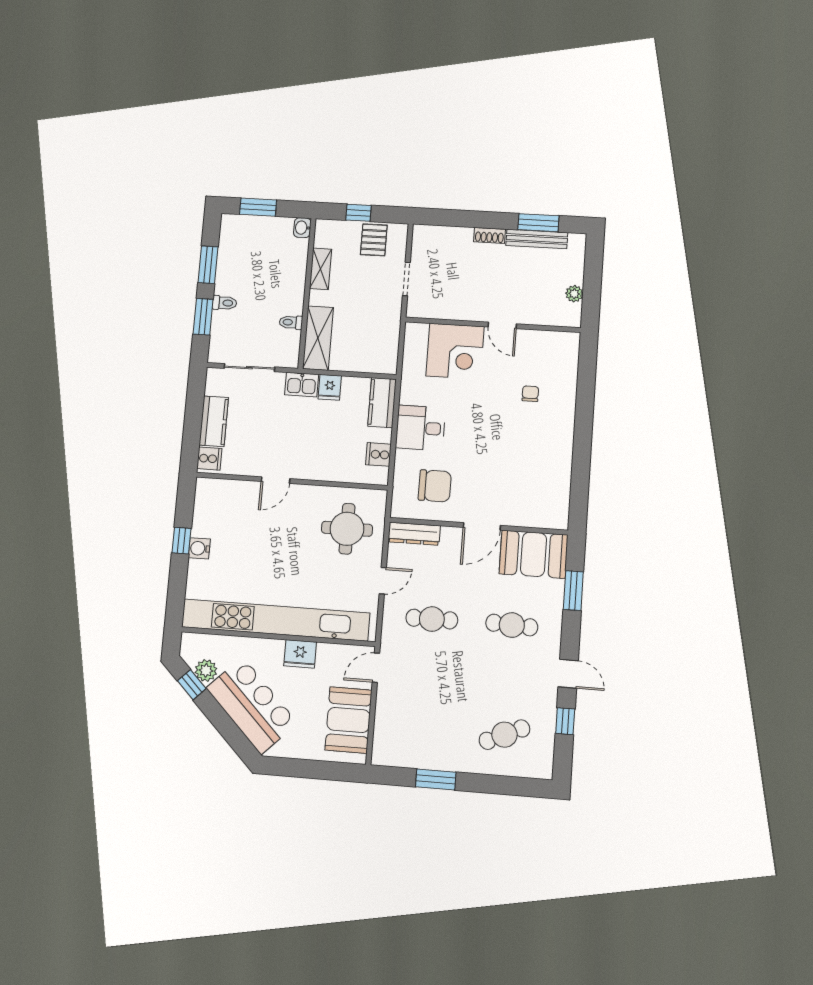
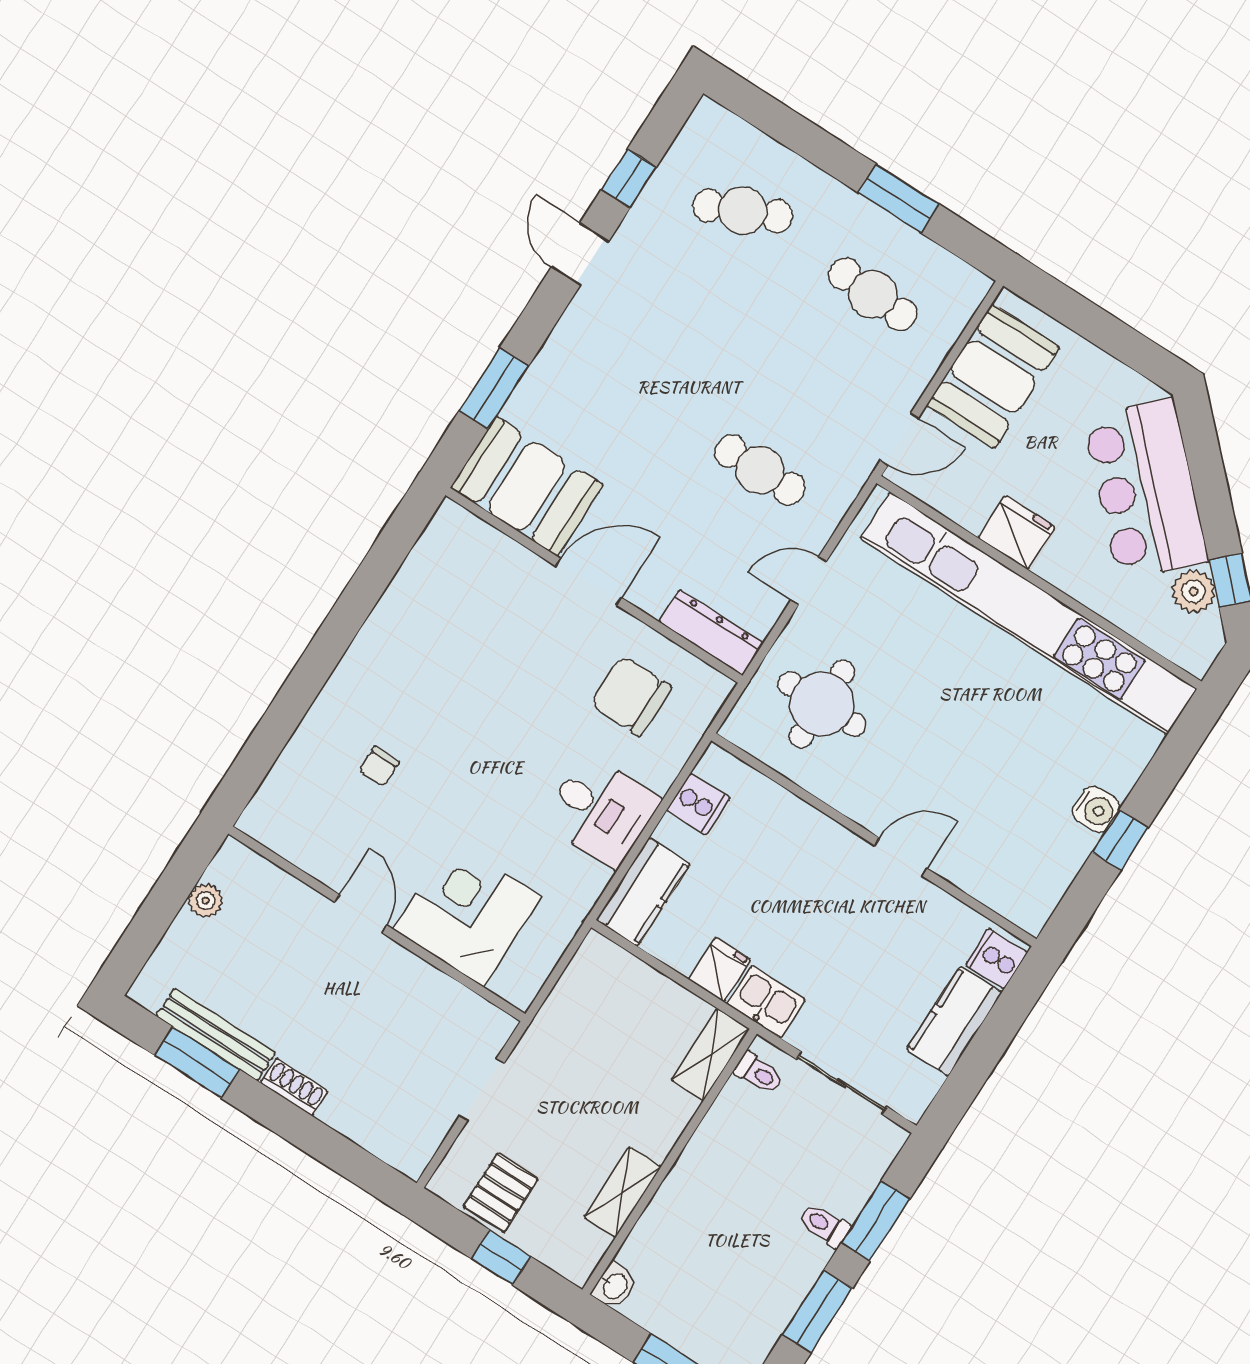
toilet: (291, 322) -> (758, 1073), moved
shelving: (318, 338) -> (710, 1055), width x0.67, depth x0.75
cafe table: (512, 625) -> (873, 294), moved

